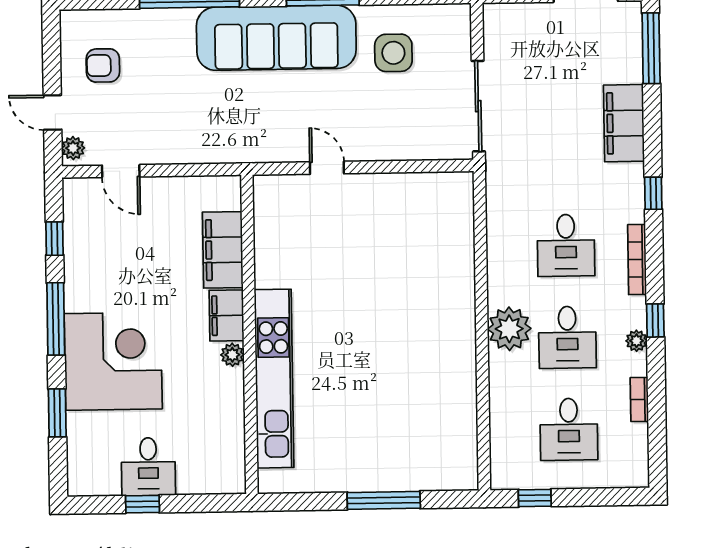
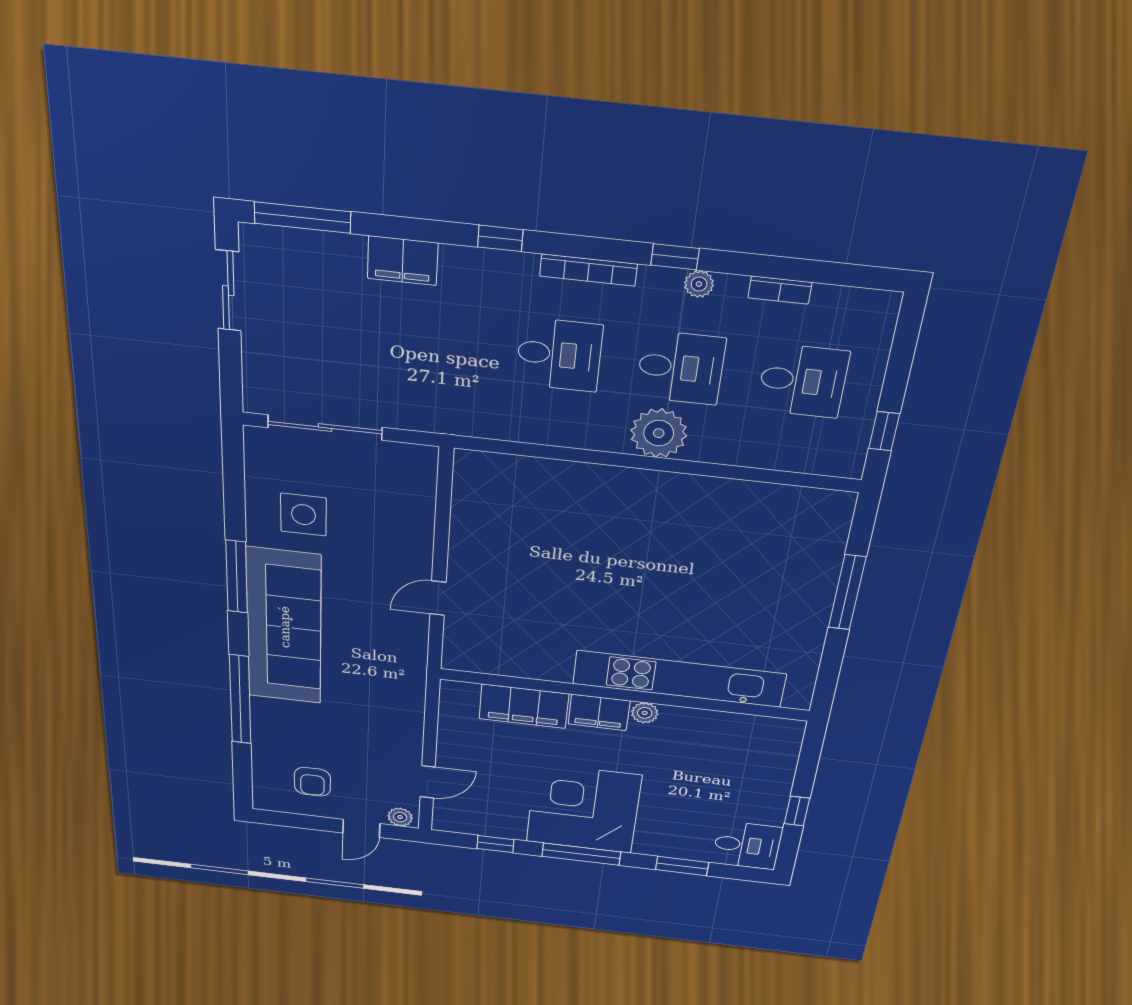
sliding door: (478, 106) -> (325, 428), moved
filing cabinet: (624, 123) -> (403, 261), width x0.67, depth x0.86
corner desk: (113, 361) -> (583, 809), moved
desk: (148, 467) -> (747, 845), moved

